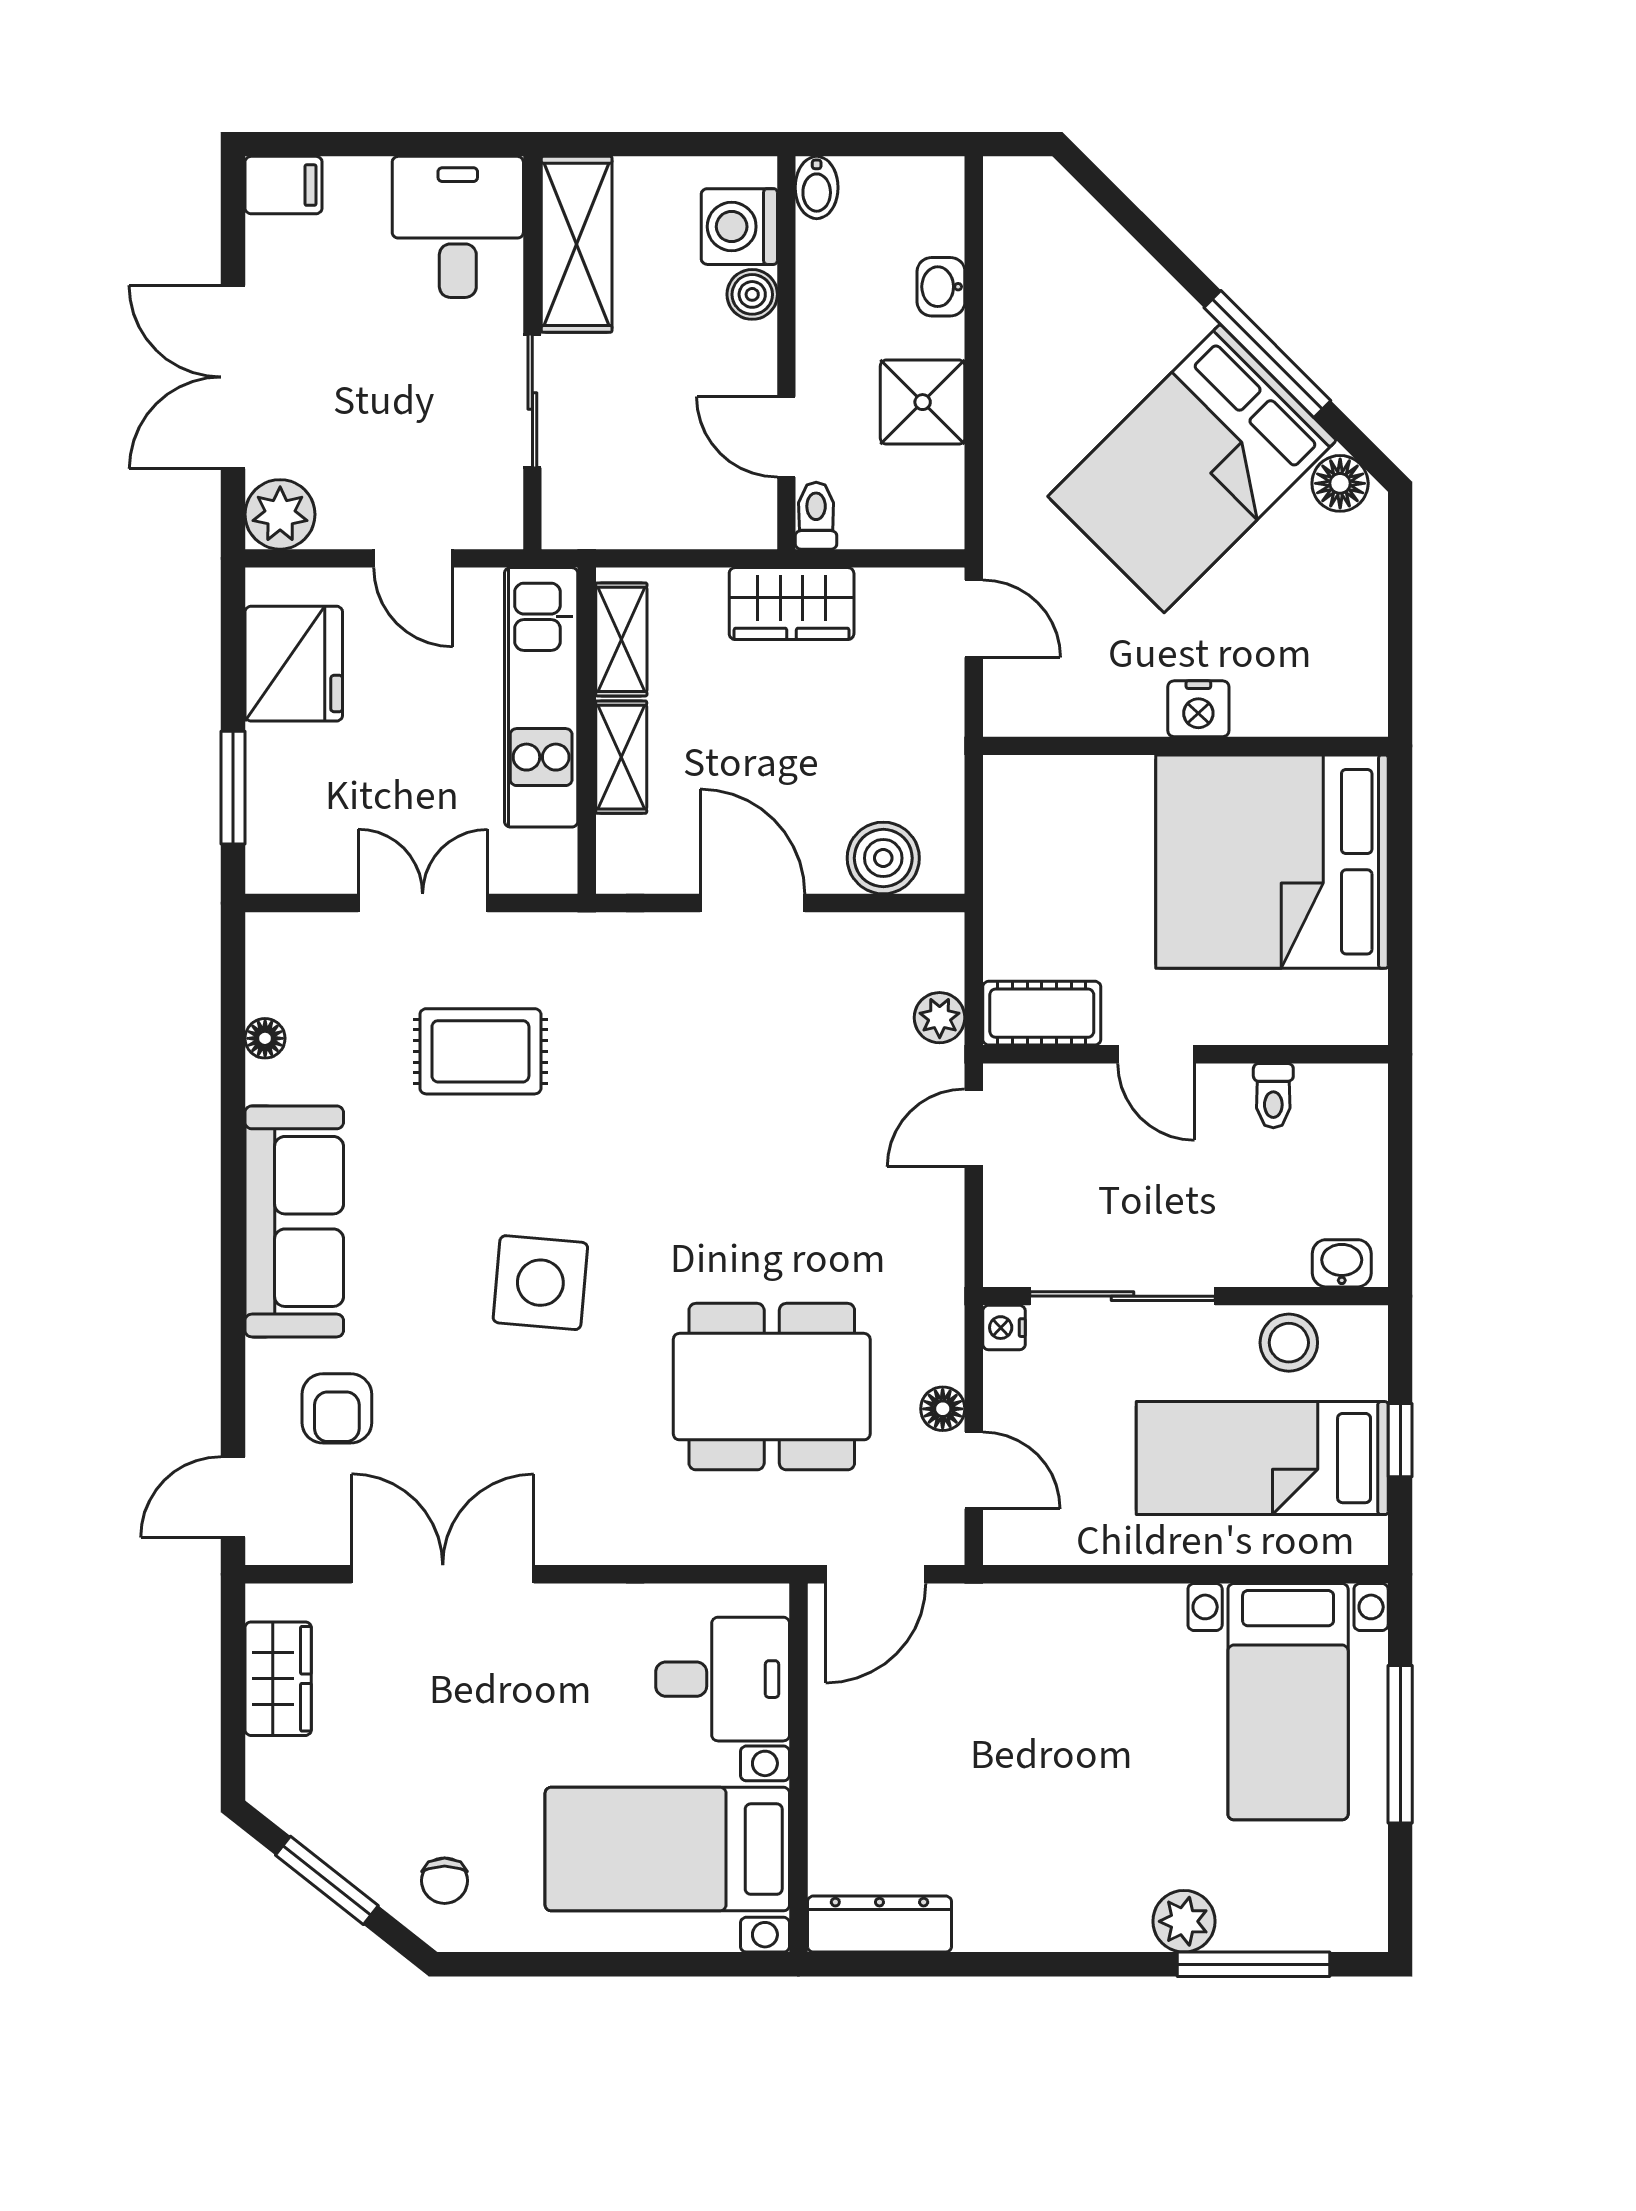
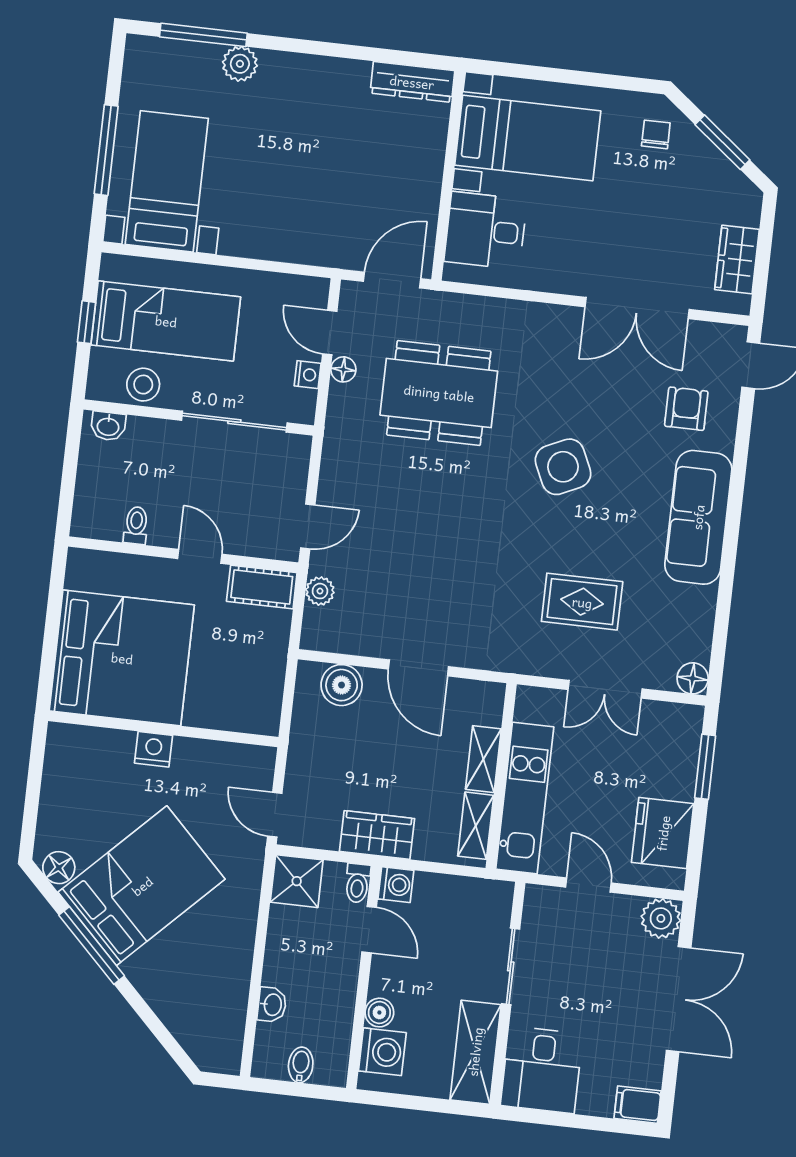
bidet: (817, 188) -> (301, 1065), moved
shower: (923, 402) -> (297, 881), moved
washing machine: (749, 521) -> (396, 885), added
floor lamp: (265, 1038) -> (693, 678), moved, width x1.37, depth x1.37
side table: (540, 1283) -> (563, 467), turned -30
nightstand: (1004, 1328) -> (308, 375), moved

